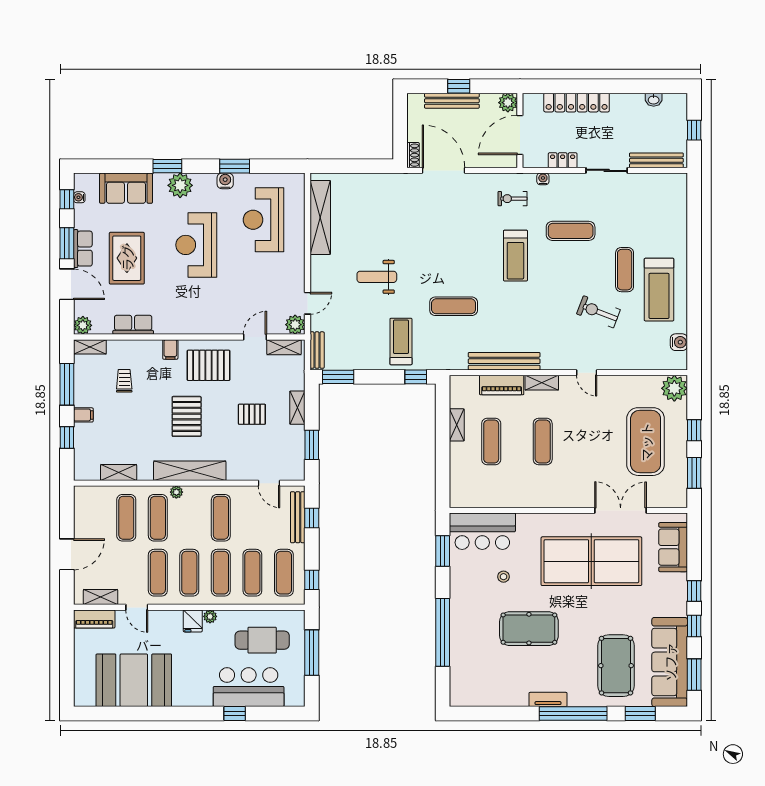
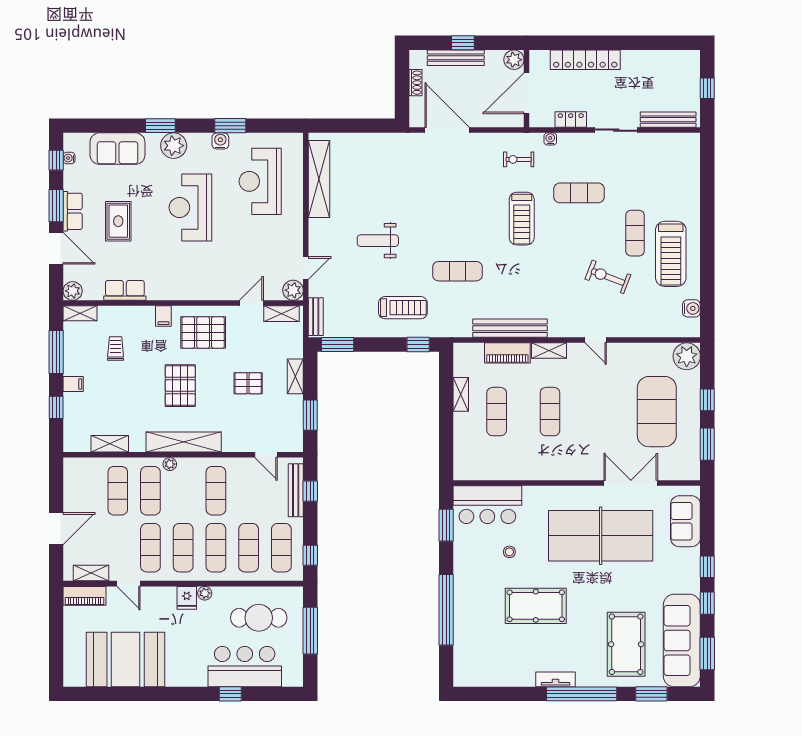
washbasin: (654, 100) -> (665, 57), removed
shoe rack: (413, 155) -> (415, 83), moved
rug: (127, 258) -> (118, 221), width x0.73, depth x0.70
treadmill: (401, 341) -> (403, 308), turned 90

